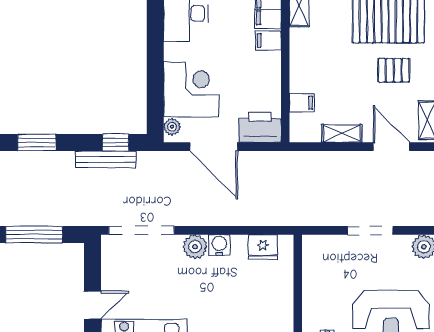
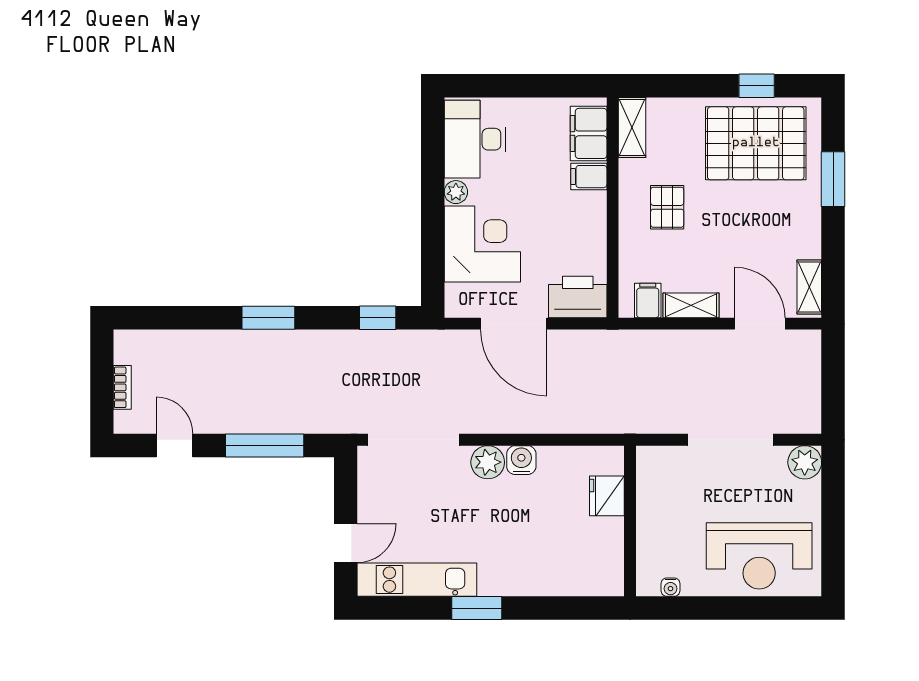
pallet: (394, 70) -> (667, 207), moved, turned 90
filing cabinet: (302, 103) -> (648, 300), moved, turned -90
plant: (172, 127) -> (456, 192), moved
bench: (106, 159) -> (364, 341), removed
doorway: (370, 230) -> (730, 440), width x1.36
fridge: (263, 247) -> (607, 496), moved, turned 90

